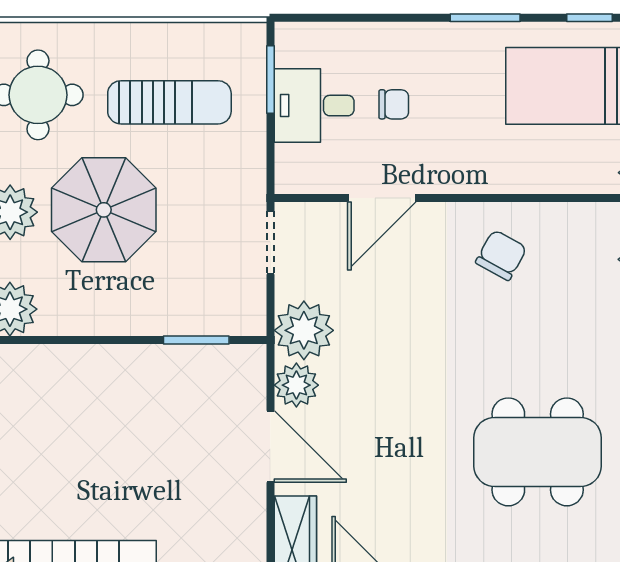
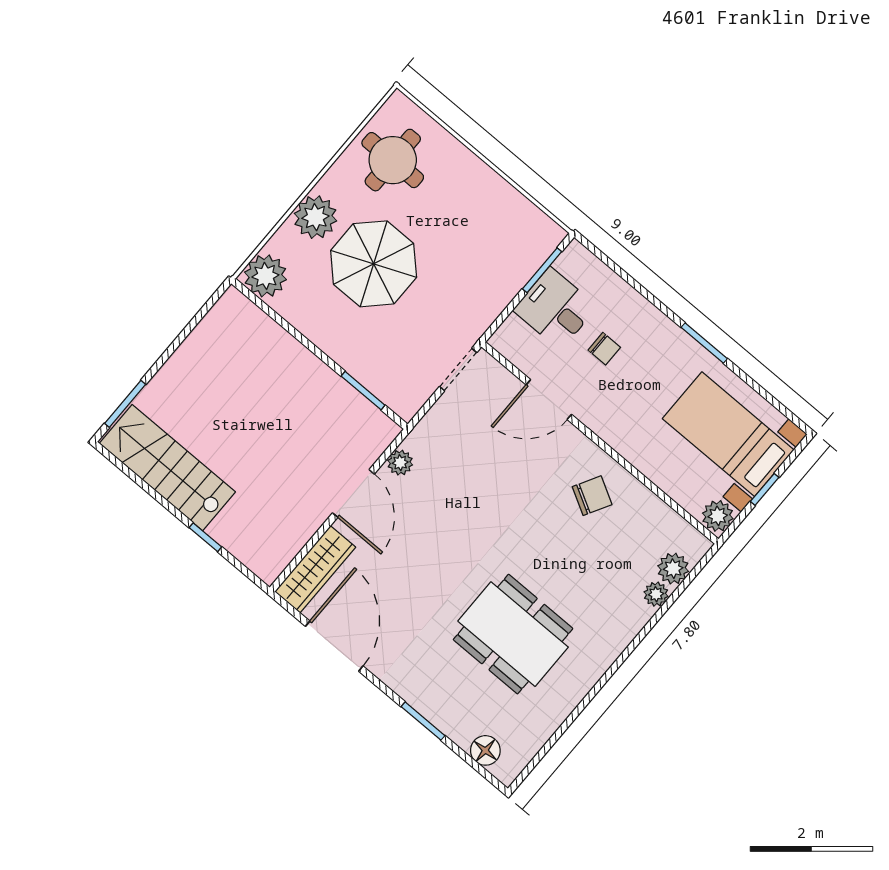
window: (589, 18) -> (768, 397), removed
sun lounger: (169, 102) -> (469, 232), removed
plant: (304, 330) -> (433, 440), removed
plant: (296, 385) -> (400, 463), width x0.73, depth x0.73

